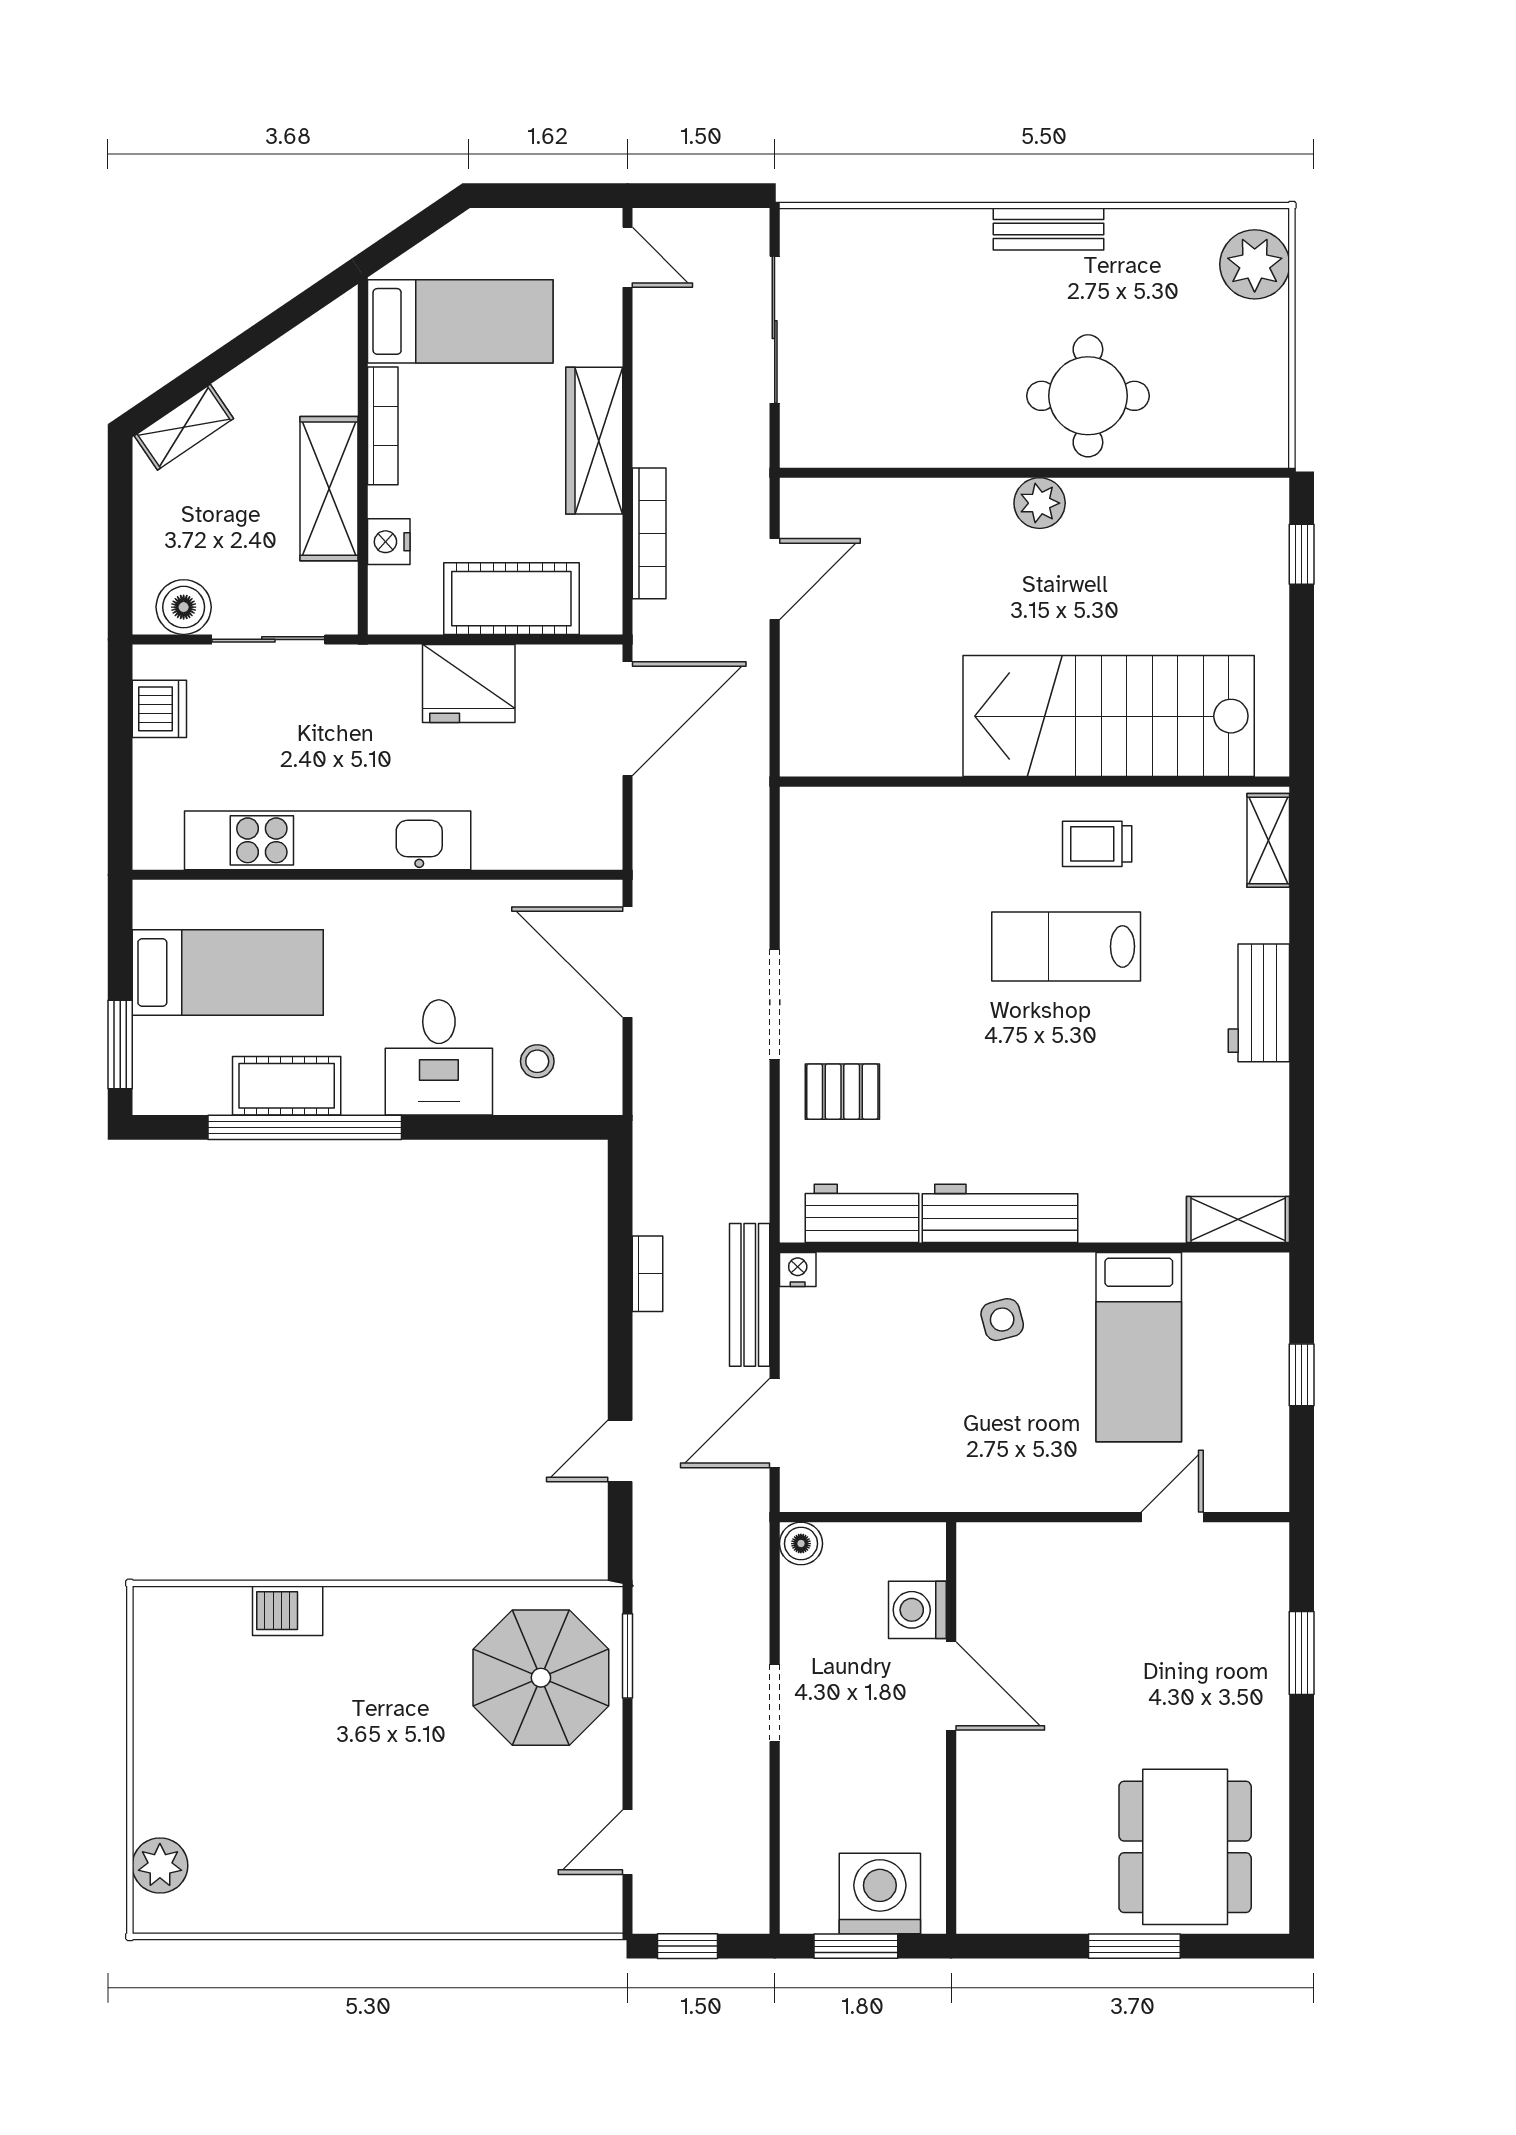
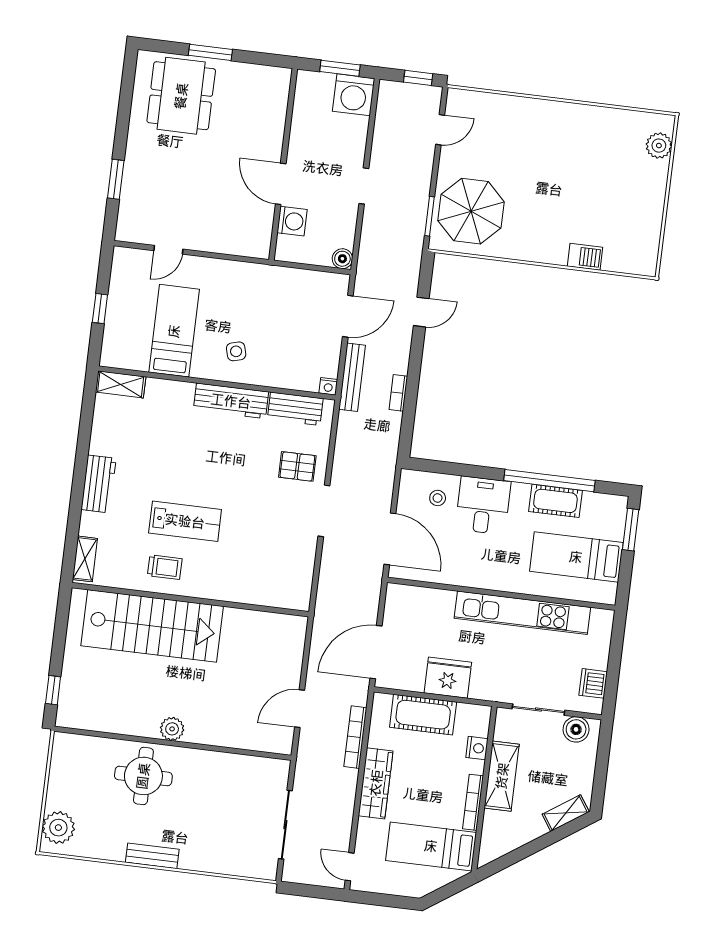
washing machine: (880, 1893) -> (354, 95), moved

